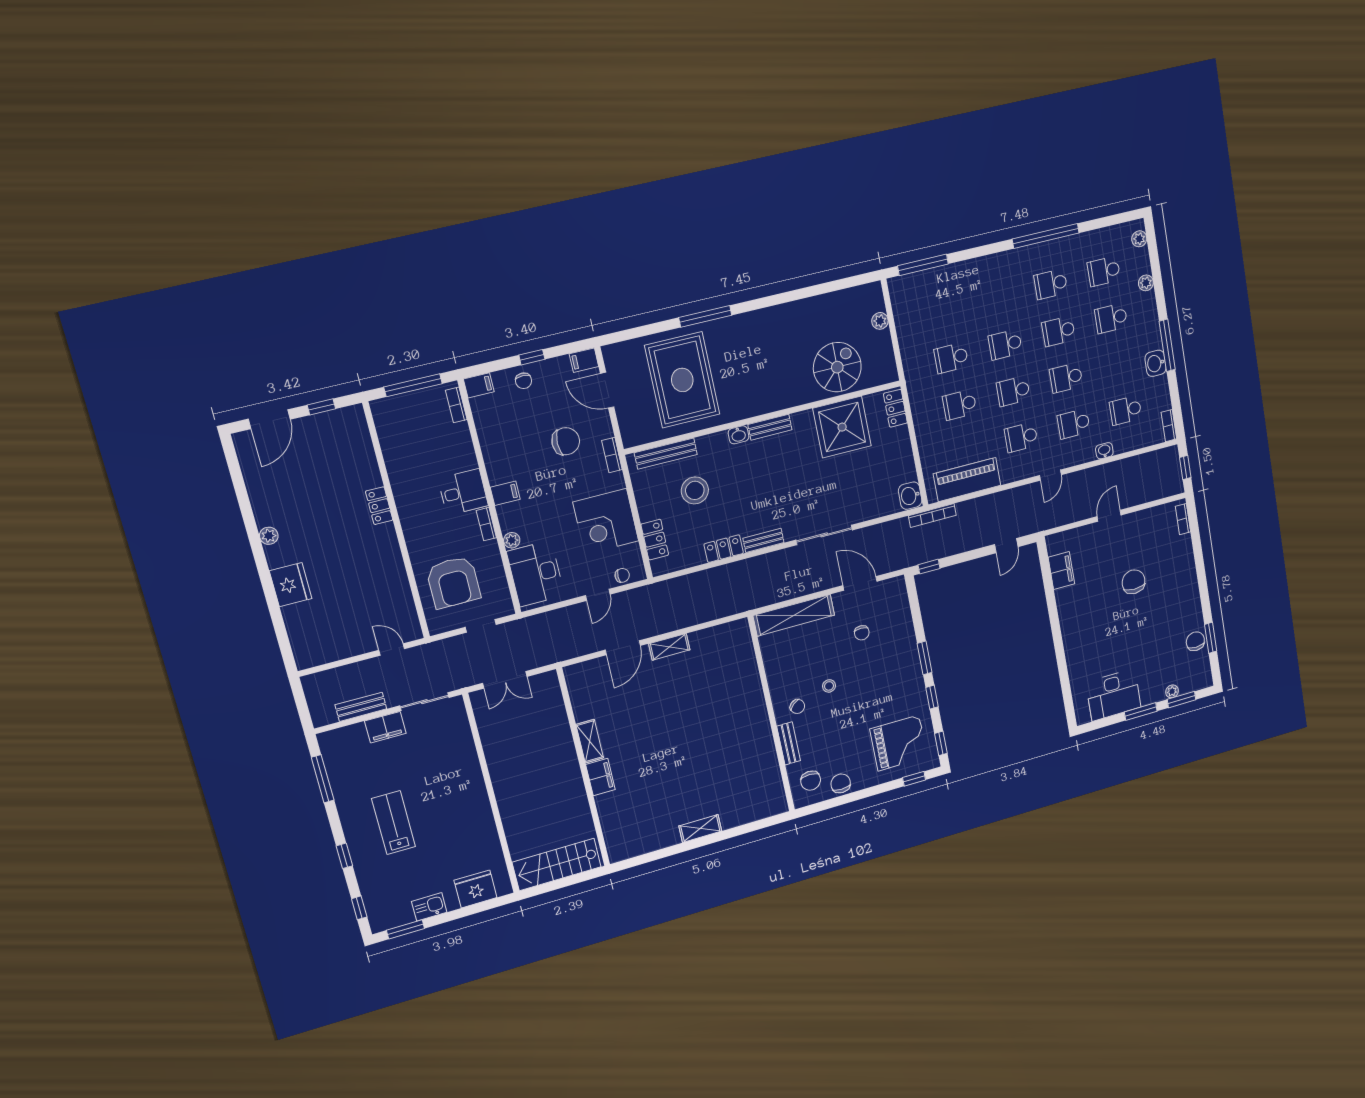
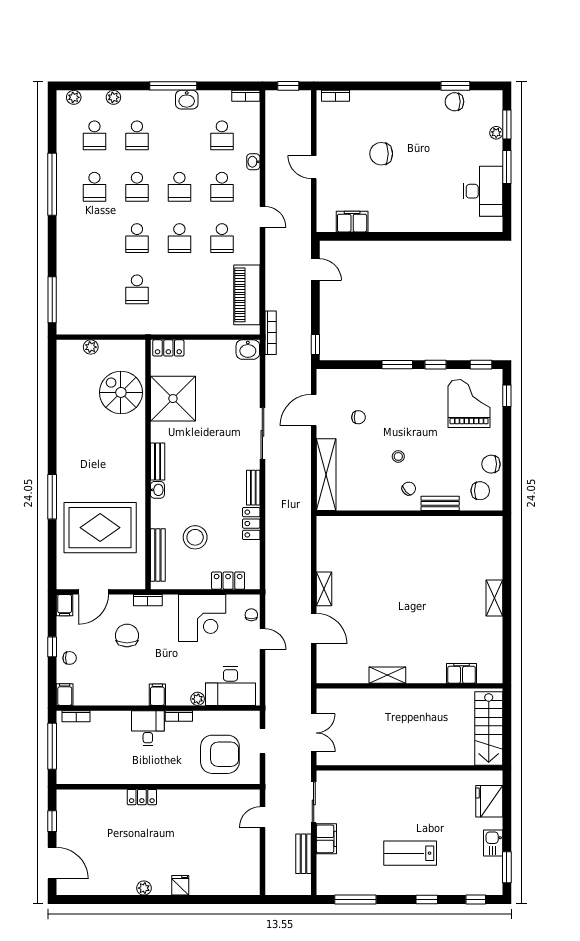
school desk: (960, 405) -> (179, 289), removed
fridge: (291, 585) -> (180, 885), width x0.53, depth x0.75
filing cabinet: (600, 777) -> (462, 673), moved

